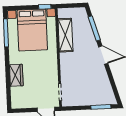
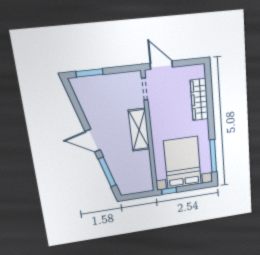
shelving: (65, 35) -> (139, 130), moved
wardrobe: (16, 75) -> (199, 100), width x1.50

